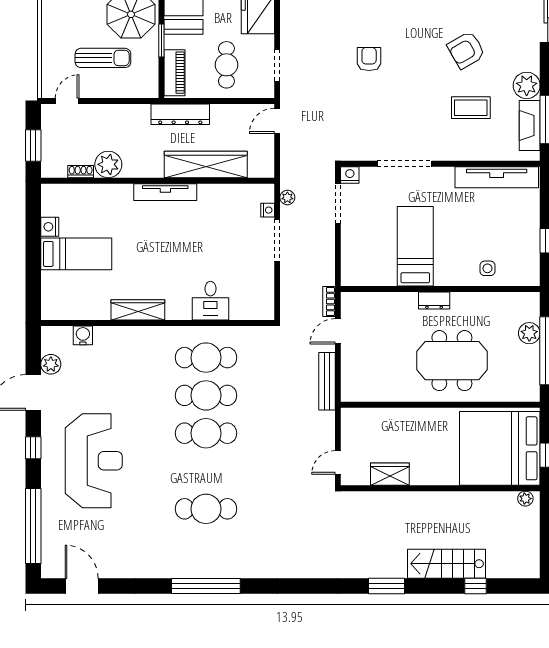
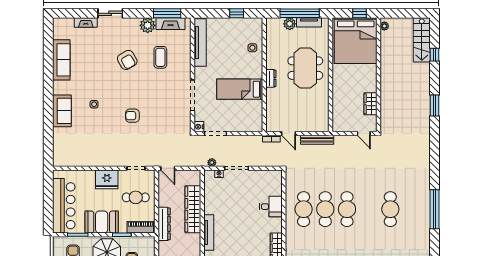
tv unit: (532, 367) -> (309, 22), added
stairs: (446, 564) -> (422, 40), moved

